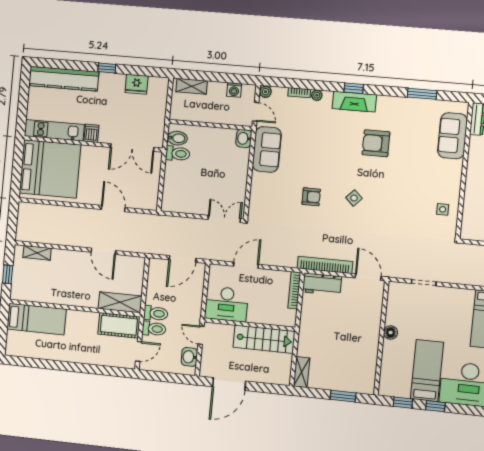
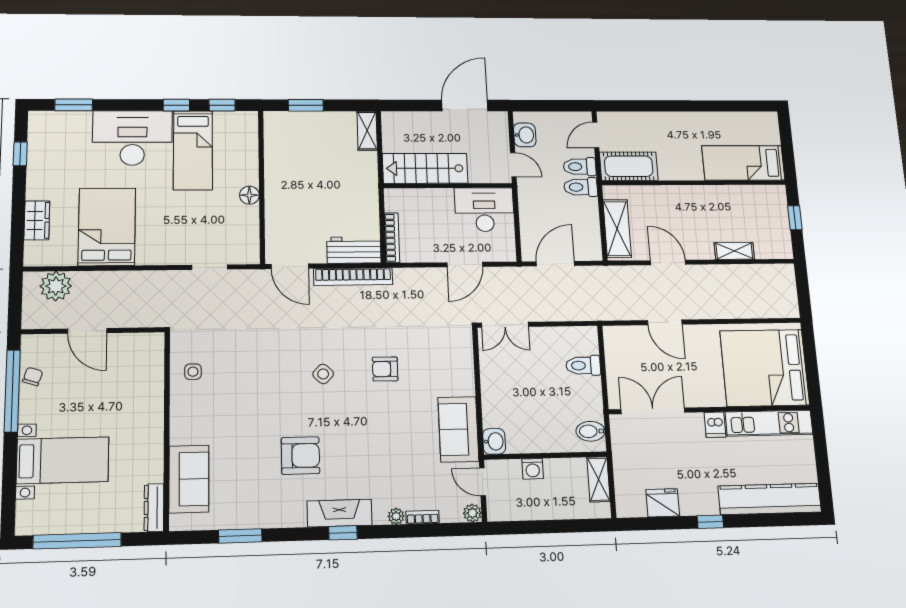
shelving: (192, 86) -> (598, 479), moved, turned 90
washing machine: (234, 90) -> (533, 469), moved, turned 180
toilet: (178, 154) -> (583, 365), moved
shelving: (37, 253) -> (734, 251), moved
shelving: (120, 302) -> (617, 229), moved, turned 90

